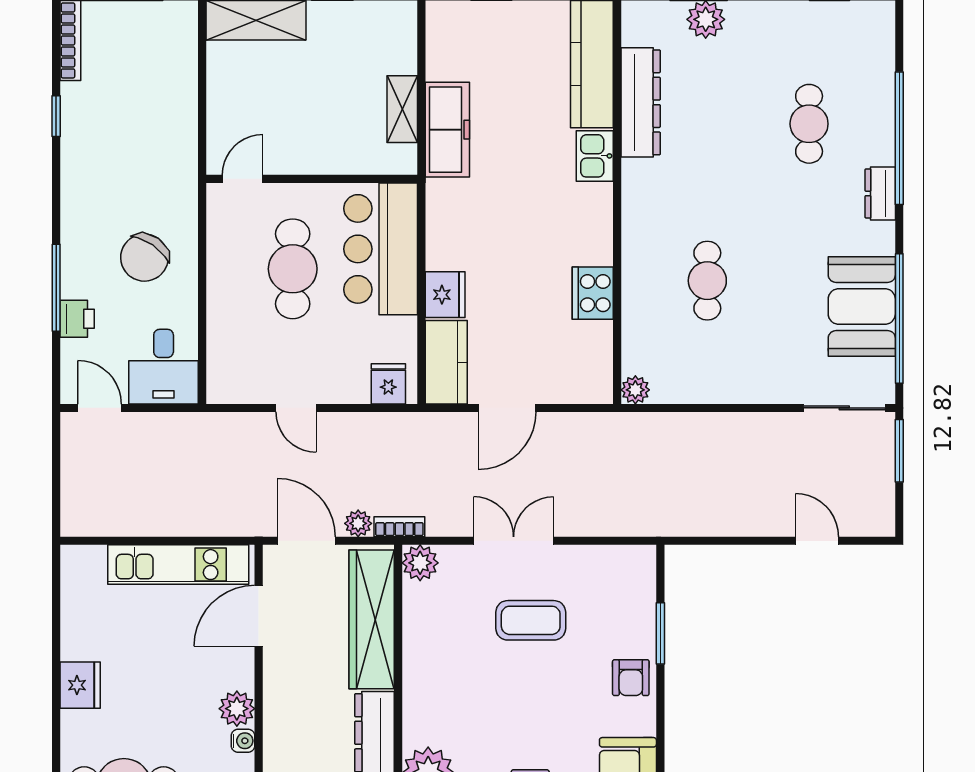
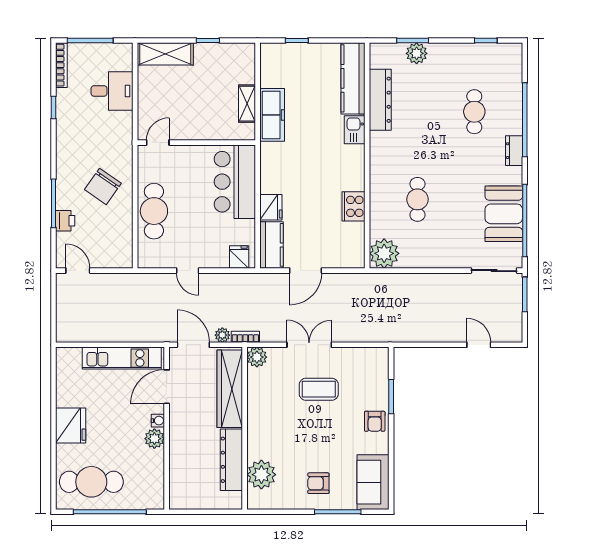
cafe table: (293, 269) -> (154, 211), moved
desk: (164, 367) -> (112, 91), moved, turned -90
plant: (635, 390) -> (384, 253), width x1.87, depth x1.87
fridge: (80, 685) -> (71, 425), width x1.36, depth x1.34
water cooler: (243, 741) -> (158, 421), moved

